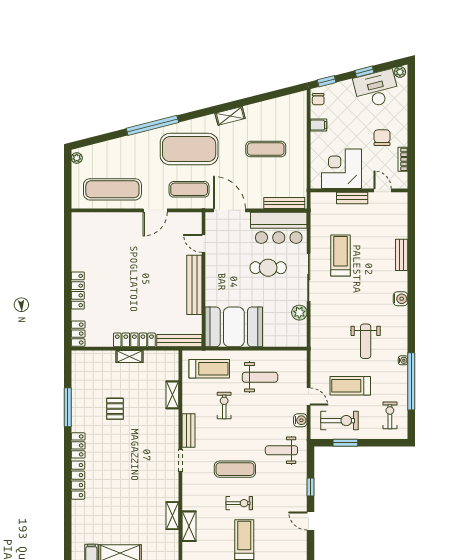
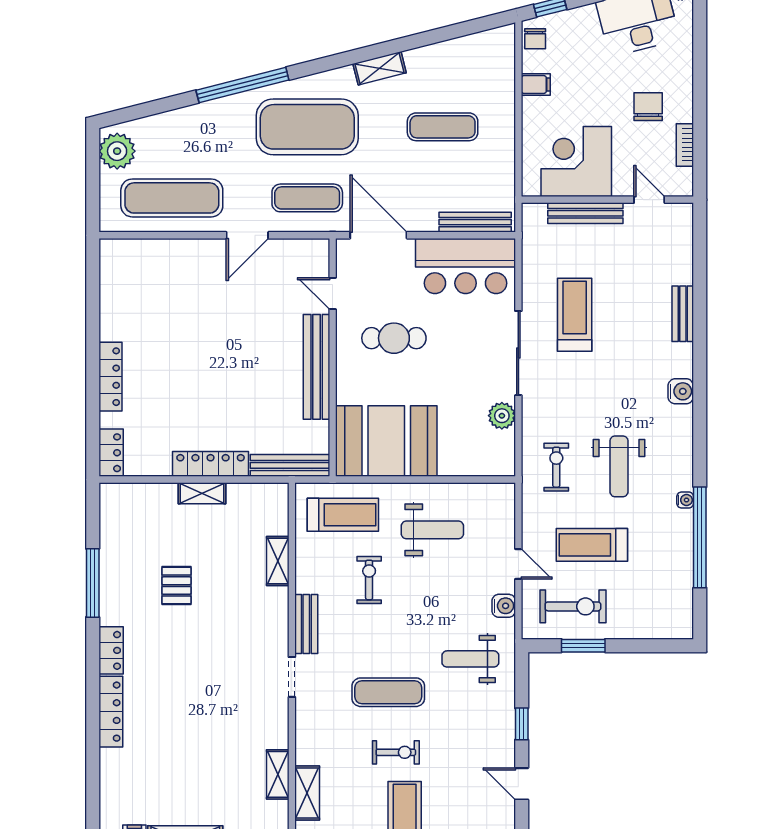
plant: (77, 158) -> (117, 151), width x1.88, depth x1.88
bench: (352, 198) -> (585, 213), width x1.36
cafe table: (268, 268) -> (394, 338), moved
exercise bike: (390, 415) -> (556, 467), moved

